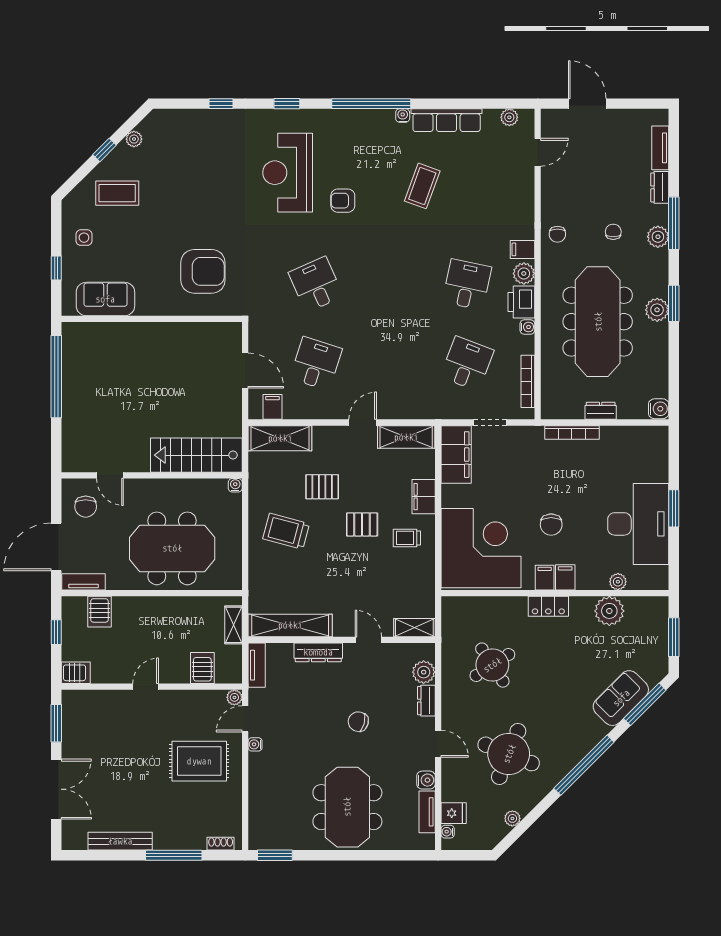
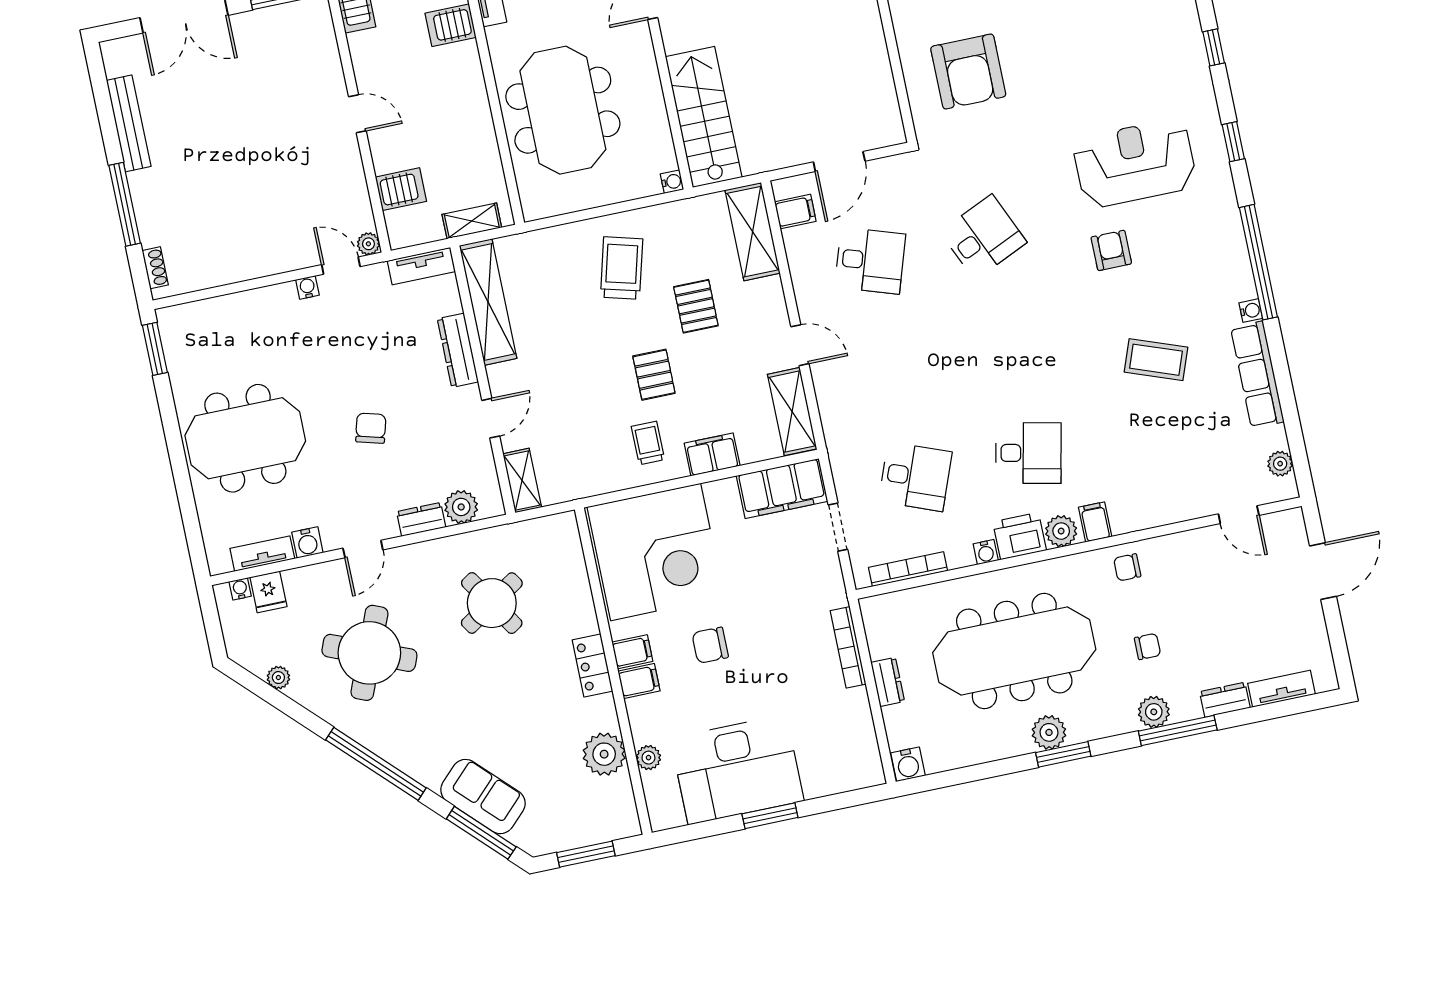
rug: (199, 761) -> (267, 213), removed

